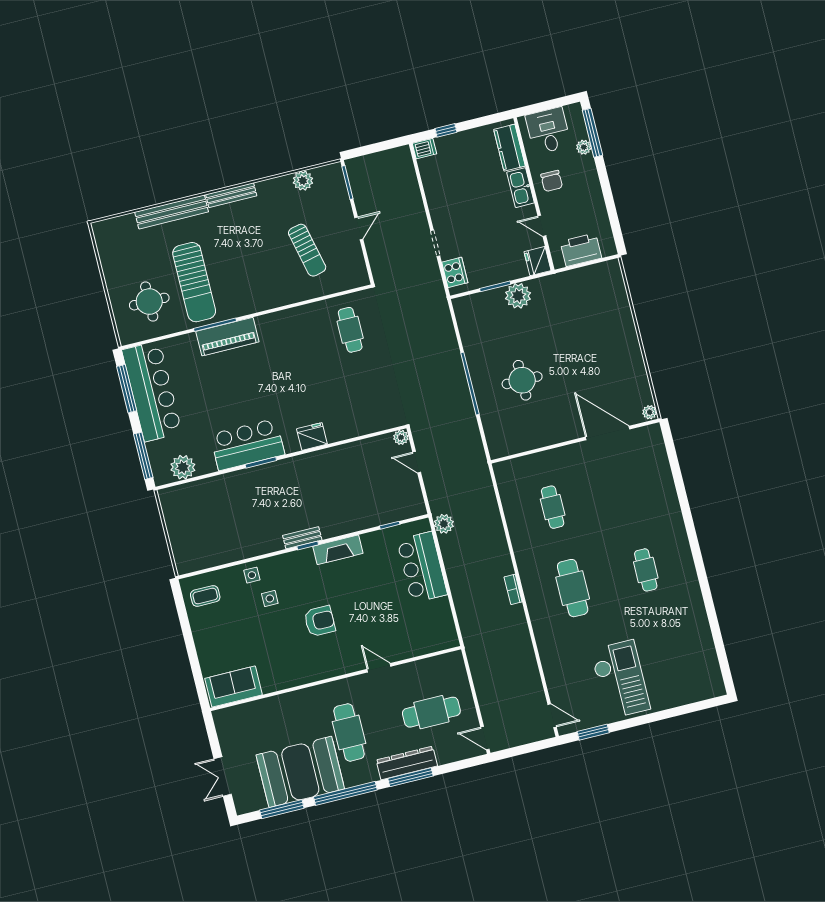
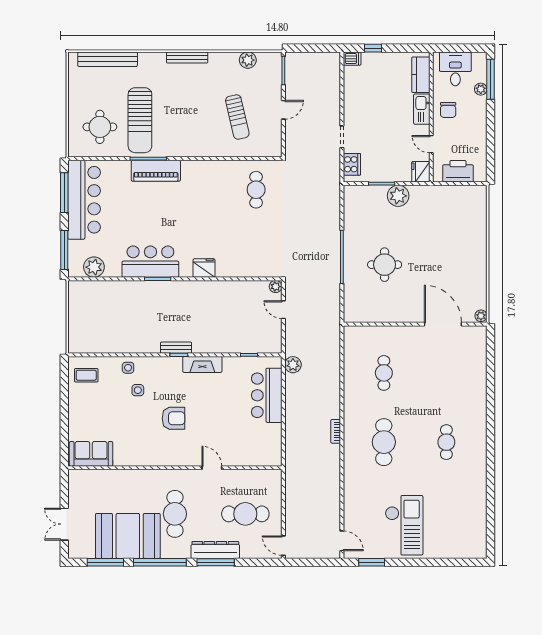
bench: (172, 212) -> (108, 59), moved

